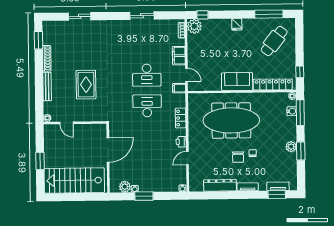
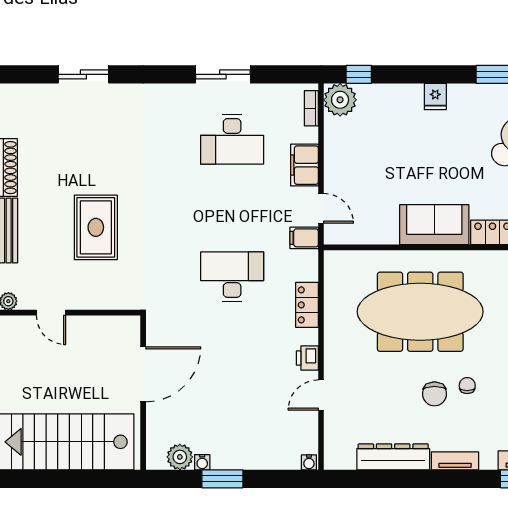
desk: (147, 75) -> (232, 139), moved

